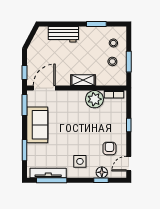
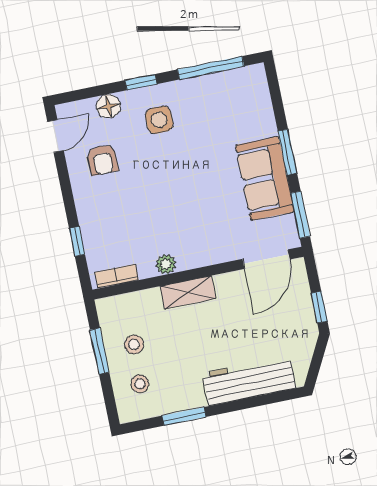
workbench: (63, 34) -> (249, 381), width x1.38
window: (25, 72) -> (319, 307), moved
plant: (94, 99) -> (166, 264), width x0.53, depth x0.53
window: (129, 125) -> (77, 241), moved
window: (25, 150) -> (287, 152), moved
tv unit: (48, 173) -> (221, 82), removed
window: (101, 180) -> (141, 82), moved

